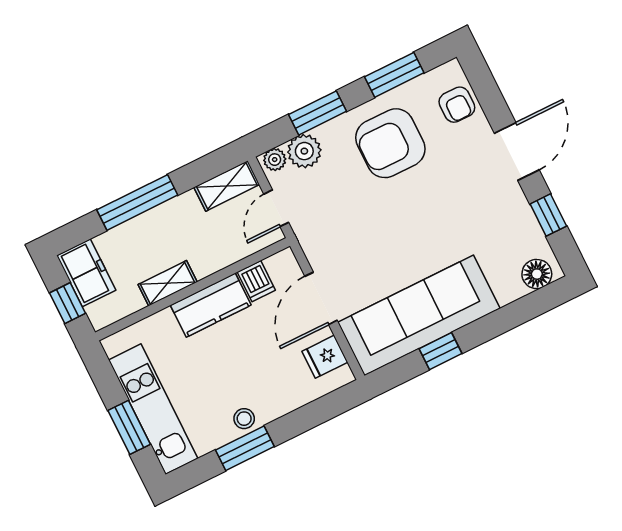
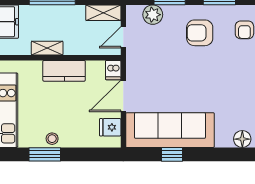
armchair: (390, 143) -> (200, 33), width x0.73, depth x0.73
plant: (275, 160) -> (135, 11), removed
dishwasher: (256, 281) -> (113, 70), moved

